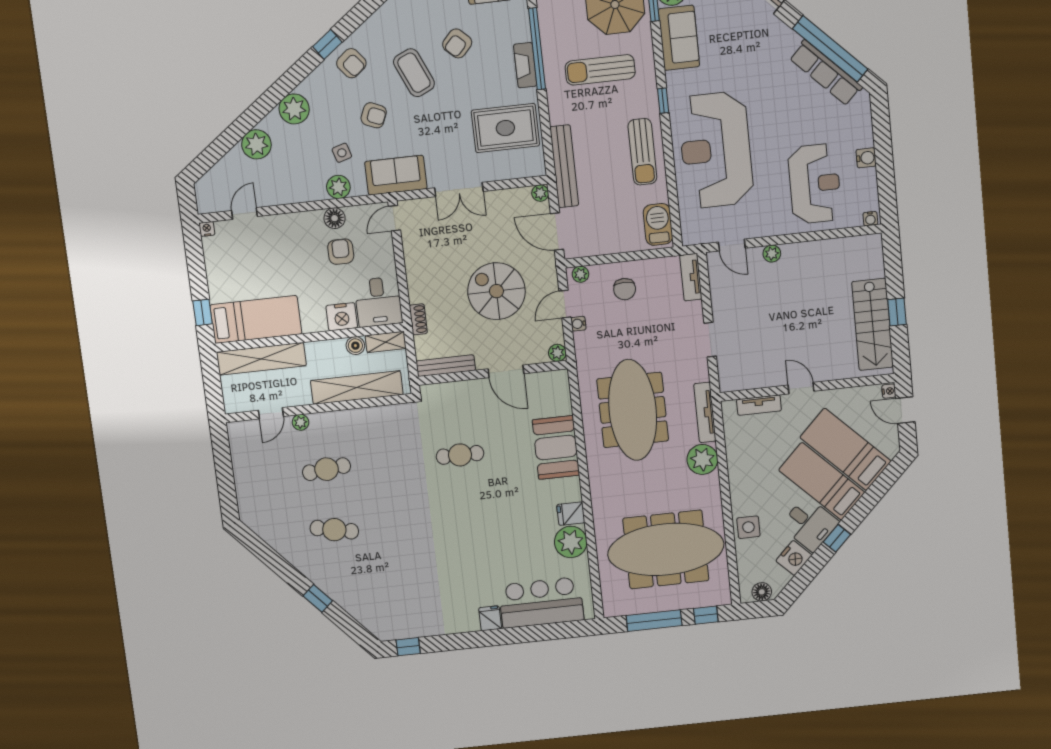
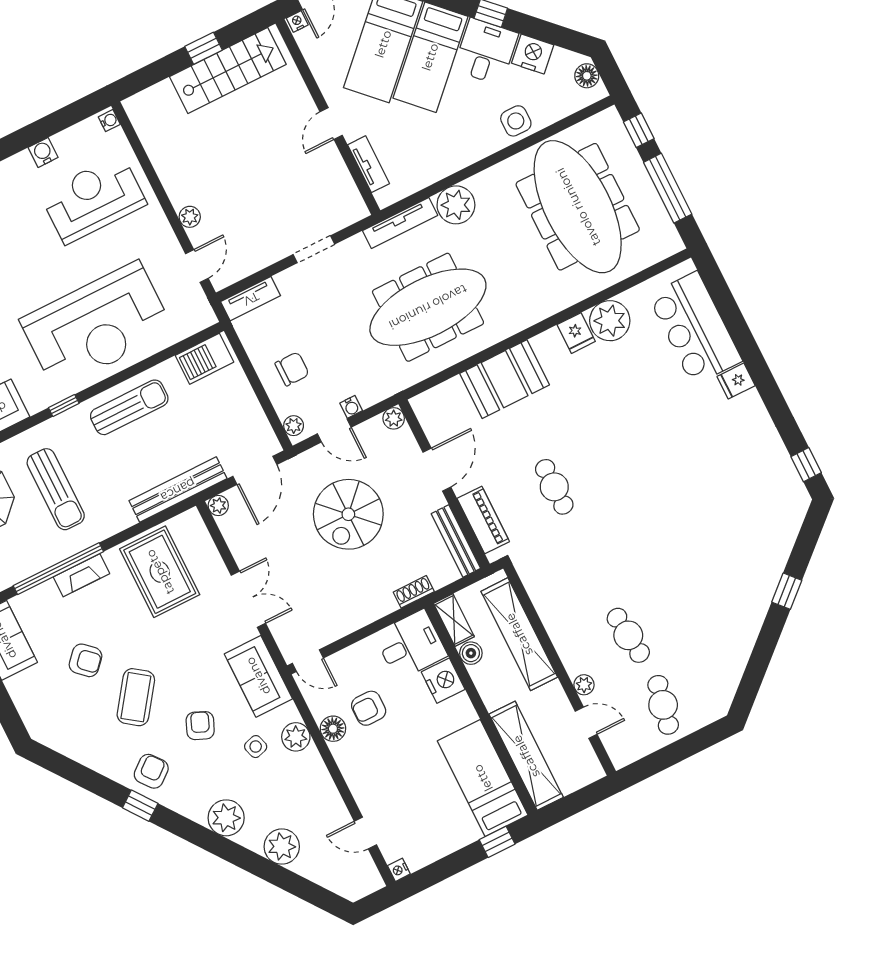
coffee table: (414, 73) -> (136, 697), turned -30
piano: (454, 392) -> (483, 520), added
cafe table: (334, 530) -> (663, 705), moved

